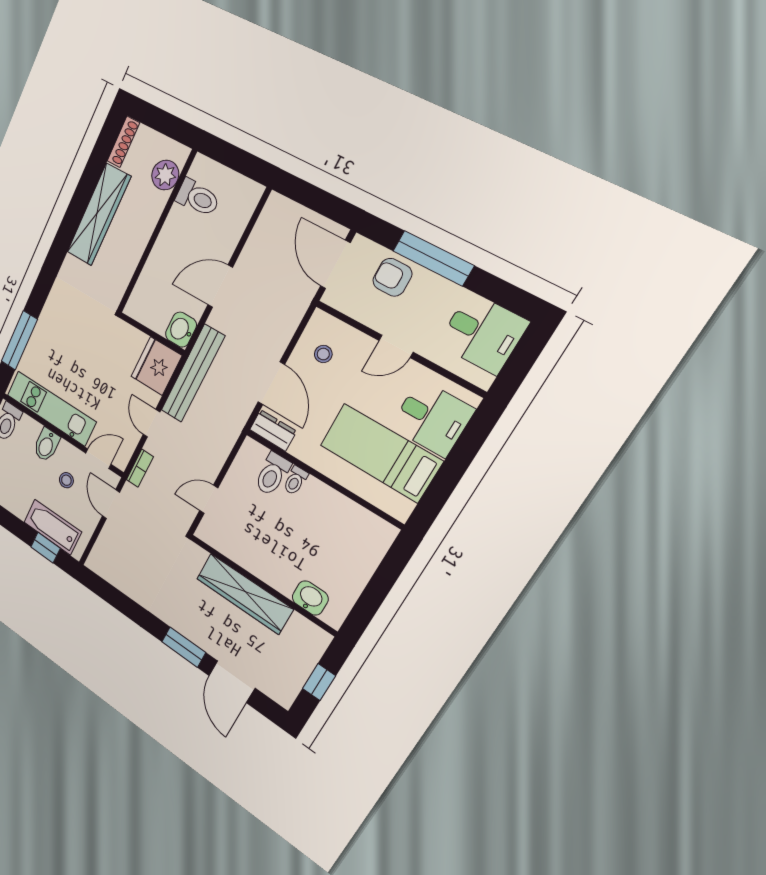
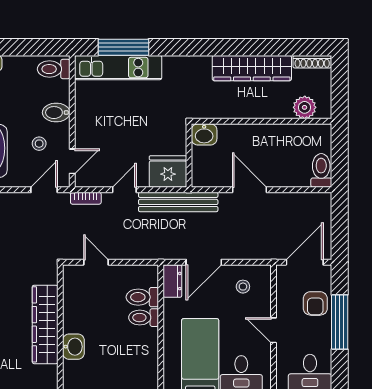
toilet: (198, 198) -> (321, 170), moved, turned 180
armchair: (392, 277) -> (315, 303), turned 180
washbasin: (181, 330) -> (204, 134), moved, turned 180
kitchen unit: (51, 408) -> (118, 68), moved, turned 90
door: (98, 459) -> (72, 161), hinge flipped
toilet: (295, 480) -> (144, 318), width x1.37, depth x1.39
washbasin: (310, 598) -> (73, 347), moved

